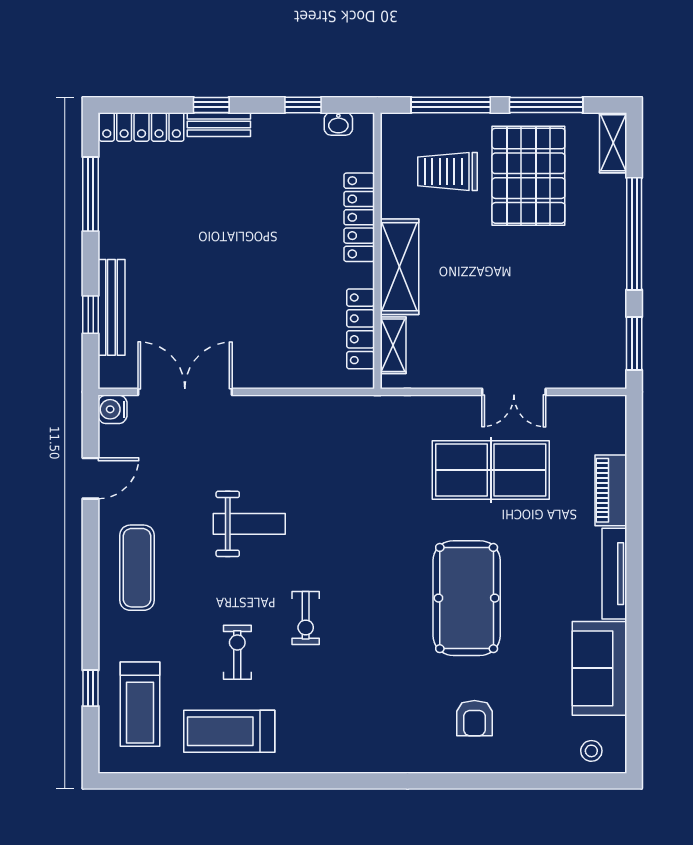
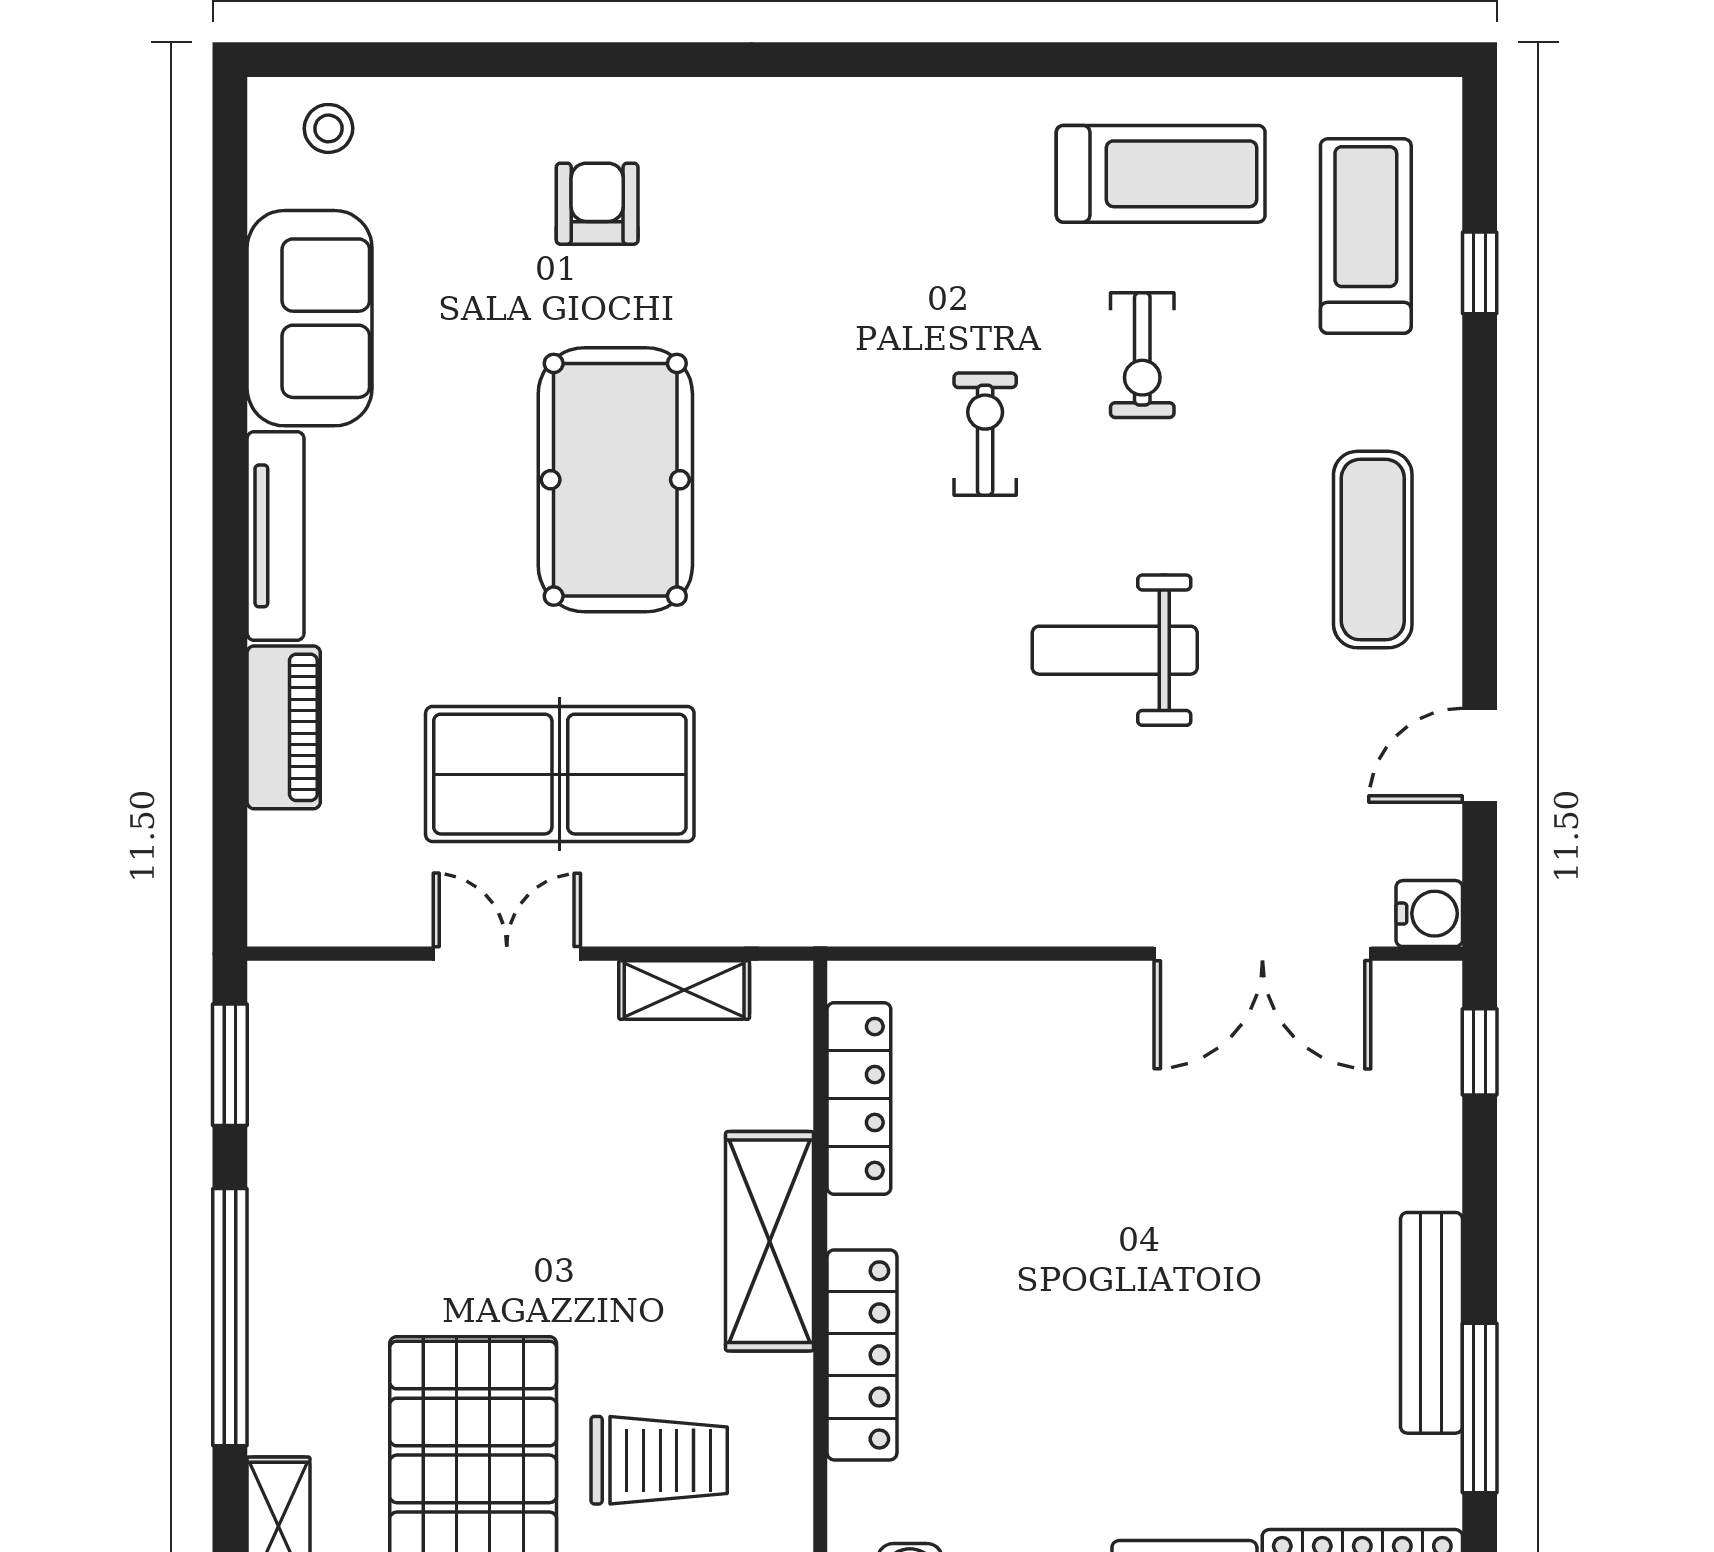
bench: (111, 307) -> (1431, 1323), moved
window: (91, 315) -> (1480, 1052), moved
shelving: (393, 345) -> (684, 990), moved, turned 90

